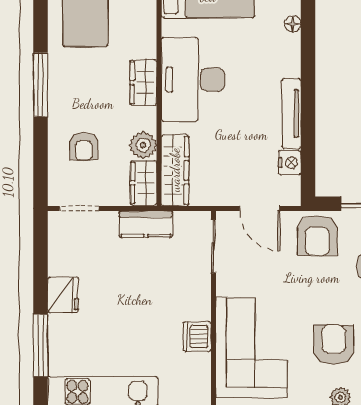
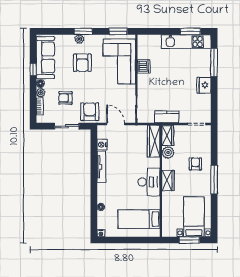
desk: (193, 80) -> (149, 182), width x0.73, depth x0.77
armchair: (84, 146) -> (195, 164), moved

